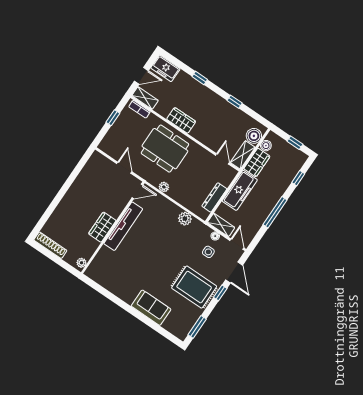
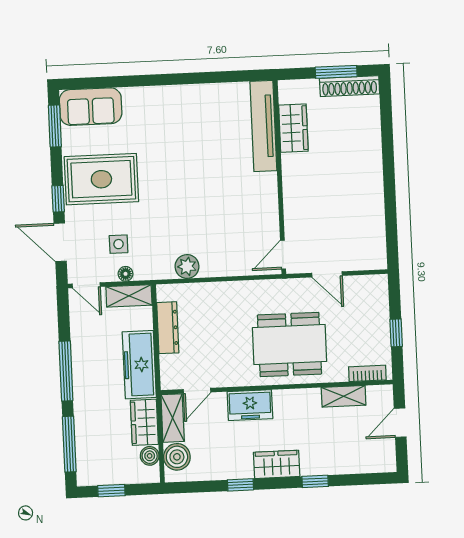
freezer: (165, 68) -> (250, 405), moved, turned 180
shelving: (145, 98) -> (344, 396), moved
wardrobe: (181, 120) -> (277, 464), moved, turned 180
door: (222, 159) -> (197, 391), hinge flipped
window: (298, 178) -> (69, 444), width x2.17
plant: (164, 187) -> (250, 289), removed
tv unit: (123, 226) -> (263, 126), moved
wardrobe: (102, 227) -> (293, 128), moved
window: (52, 256) -> (336, 72), added
plant: (82, 263) -> (287, 94), removed
sofa: (151, 308) -> (91, 107), moved

